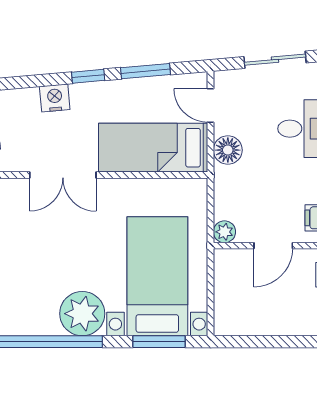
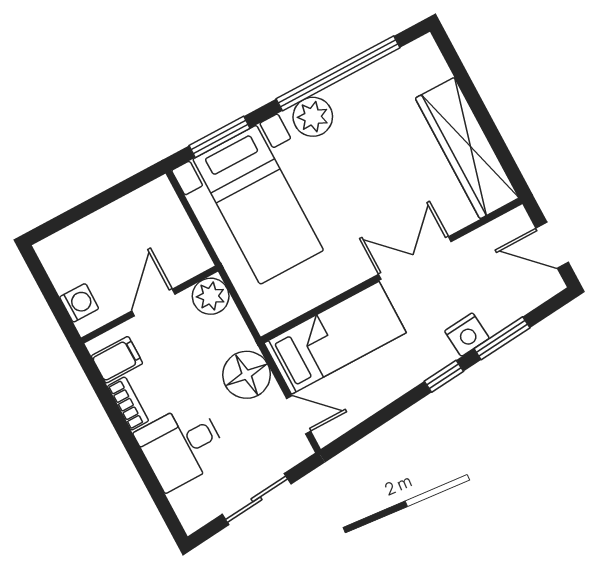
window: (146, 71) -> (502, 338), moved
floor lamp: (228, 150) -> (247, 375), width x1.38, depth x1.38
plant: (224, 232) -> (211, 296), width x1.38, depth x1.38
plant: (82, 314) -> (313, 117), width x0.73, depth x0.73

